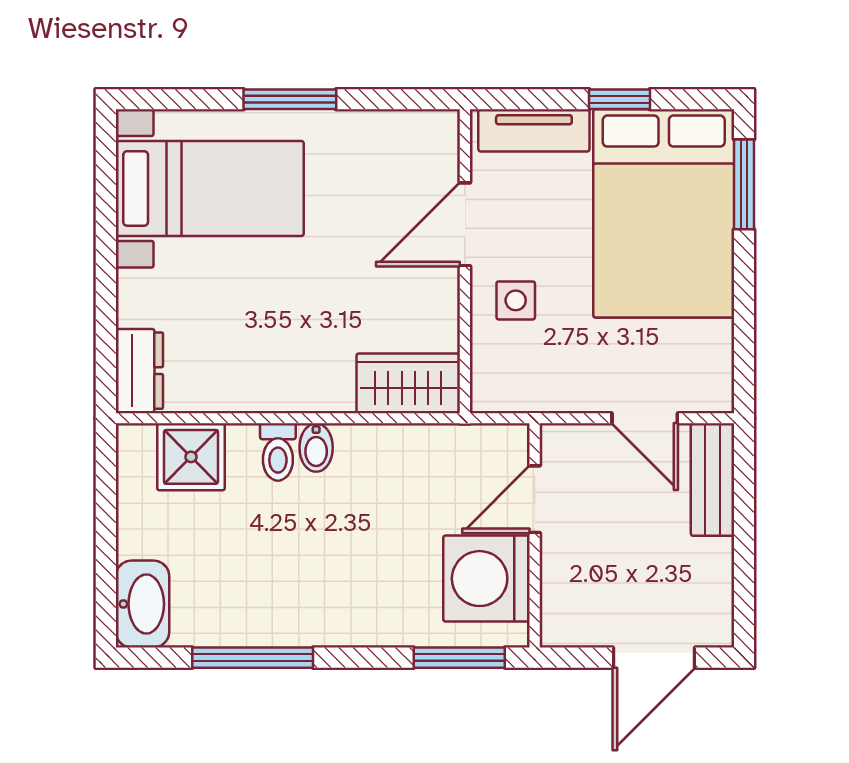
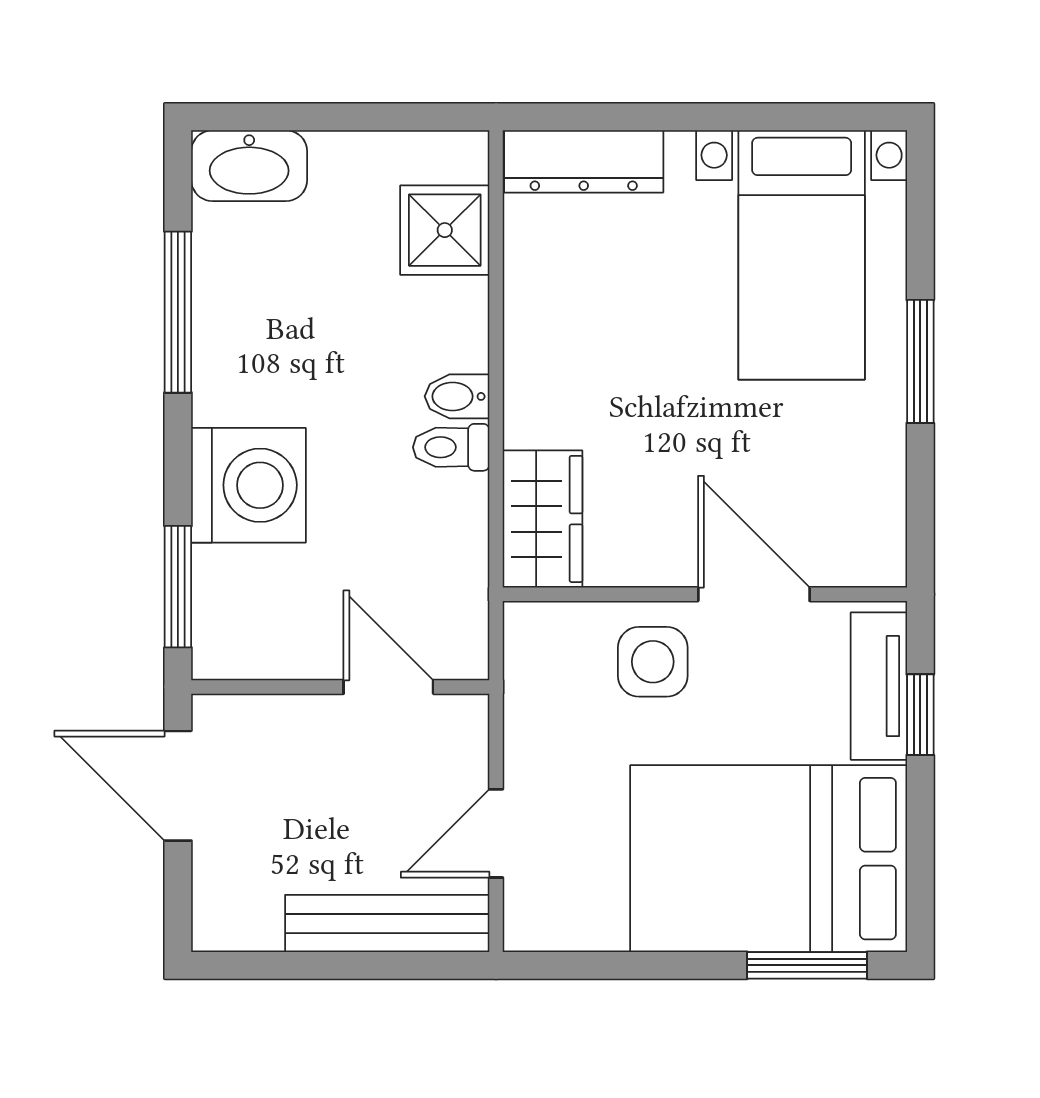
window: (619, 99) -> (920, 715), moved
side table: (516, 300) -> (653, 662), width x1.37, depth x1.37
dresser: (139, 371) -> (584, 161), width x1.44
toilet: (278, 452) -> (451, 447), moved
bench: (713, 480) -> (387, 923), width x1.36
washing machine: (487, 579) -> (249, 485), moved, turned 90
door: (654, 658) -> (178, 786), moved

